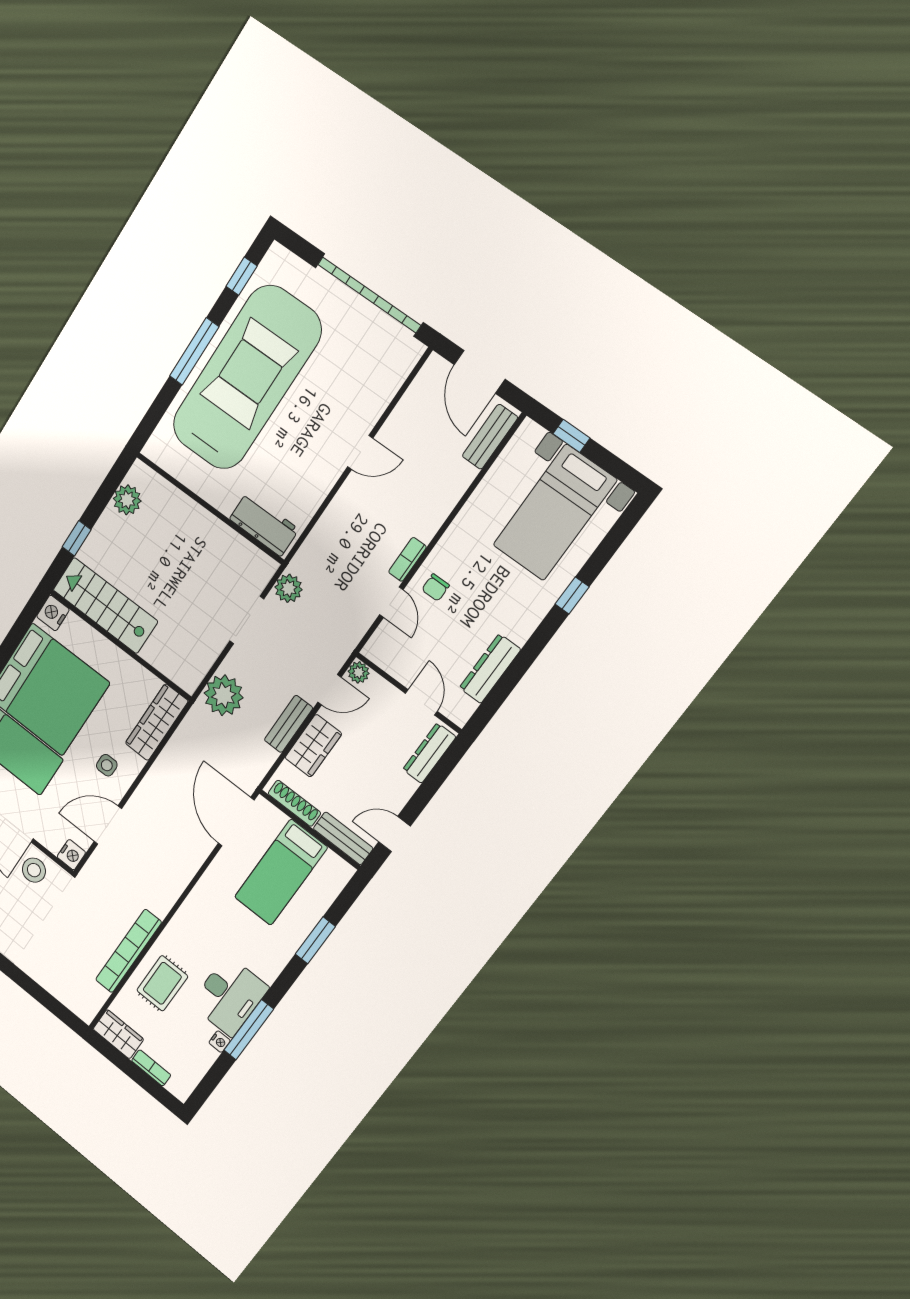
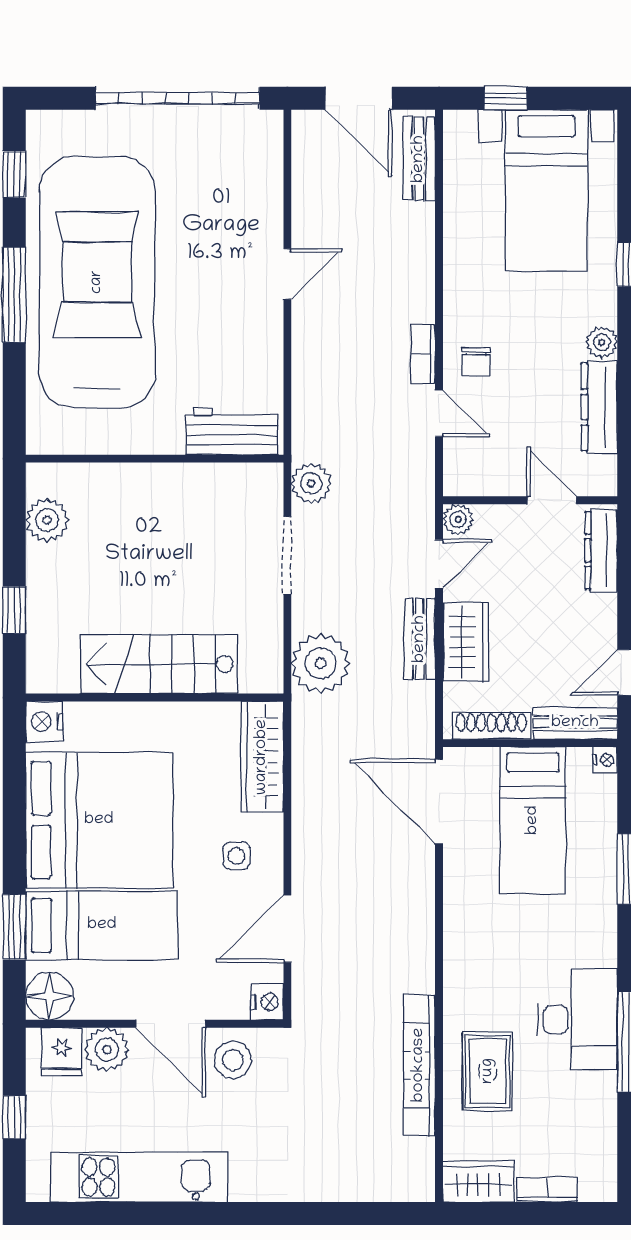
stairs: (105, 605) -> (159, 664), moved
plant: (520, 631) -> (602, 342), added
nightstand: (220, 1042) -> (605, 760), moved

